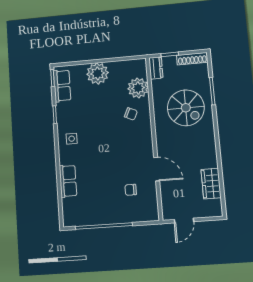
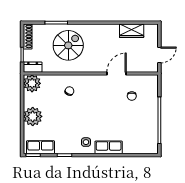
plant: (138, 88) -> (32, 83), moved
row of seats: (68, 181) -> (109, 147), moved
door: (184, 221) -> (159, 55), hinge flipped

